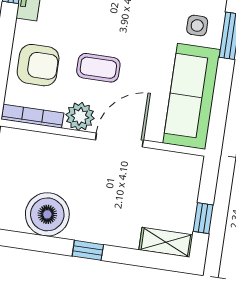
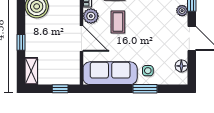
window: (203, 218) -> (60, 89), moved
window: (88, 250) -> (21, 42), moved

